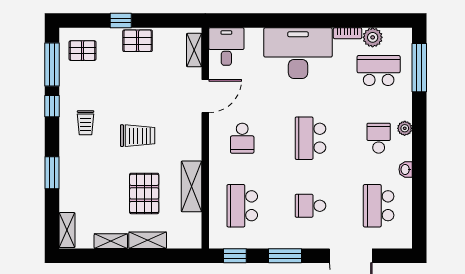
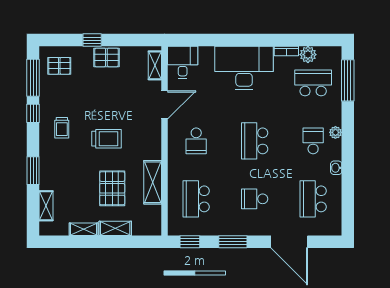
shelving: (67, 230) -> (46, 206), moved

